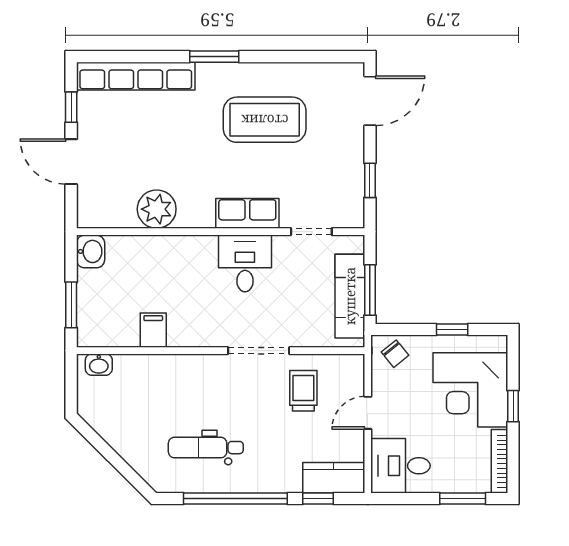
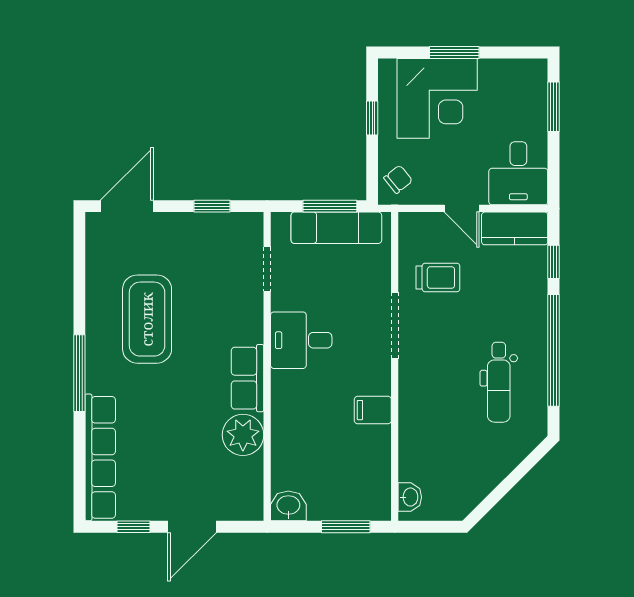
window: (214, 57) -> (79, 373), width x1.44
door: (370, 101) -> (127, 206), hinge flipped
row of seats: (247, 213) -> (248, 378), moved
filing cabinet: (153, 330) -> (373, 410), moved
trolley: (303, 391) -> (438, 277), turned 180
window: (513, 406) -> (454, 53), width x1.50
bookcase: (500, 461) -> (514, 67), removed
kitchen counter: (334, 478) -> (515, 228), moved, turned -90

